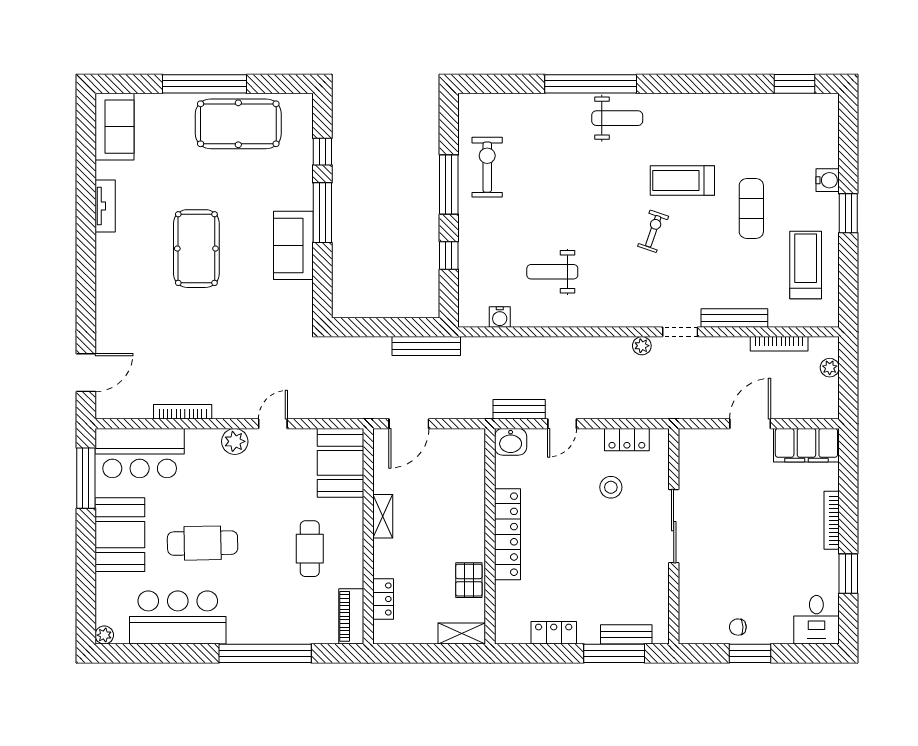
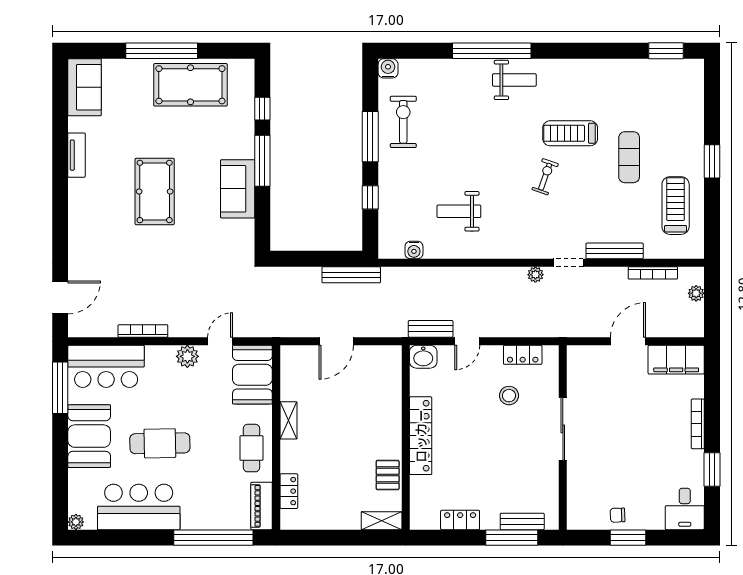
water cooler: (828, 180) -> (388, 68), moved, turned -90
booth: (341, 463) -> (252, 375), moved
shelving: (383, 516) -> (288, 420), moved
wall: (368, 536) -> (276, 437), moved
locker: (383, 599) -> (289, 491), moved
piano: (351, 616) -> (262, 506), moved

